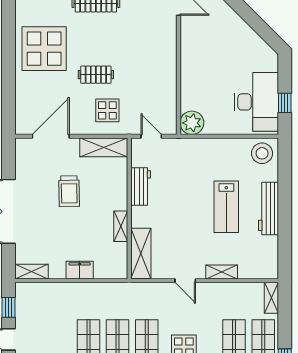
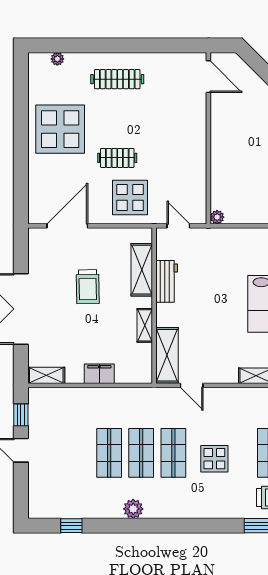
display table: (107, 110) -> (130, 197), width x1.36, depth x1.36
plant: (192, 123) -> (217, 217), width x0.53, depth x0.53
shelving: (104, 147) -> (142, 270), moved, turned 90
door: (185, 281) -> (192, 385), moved

